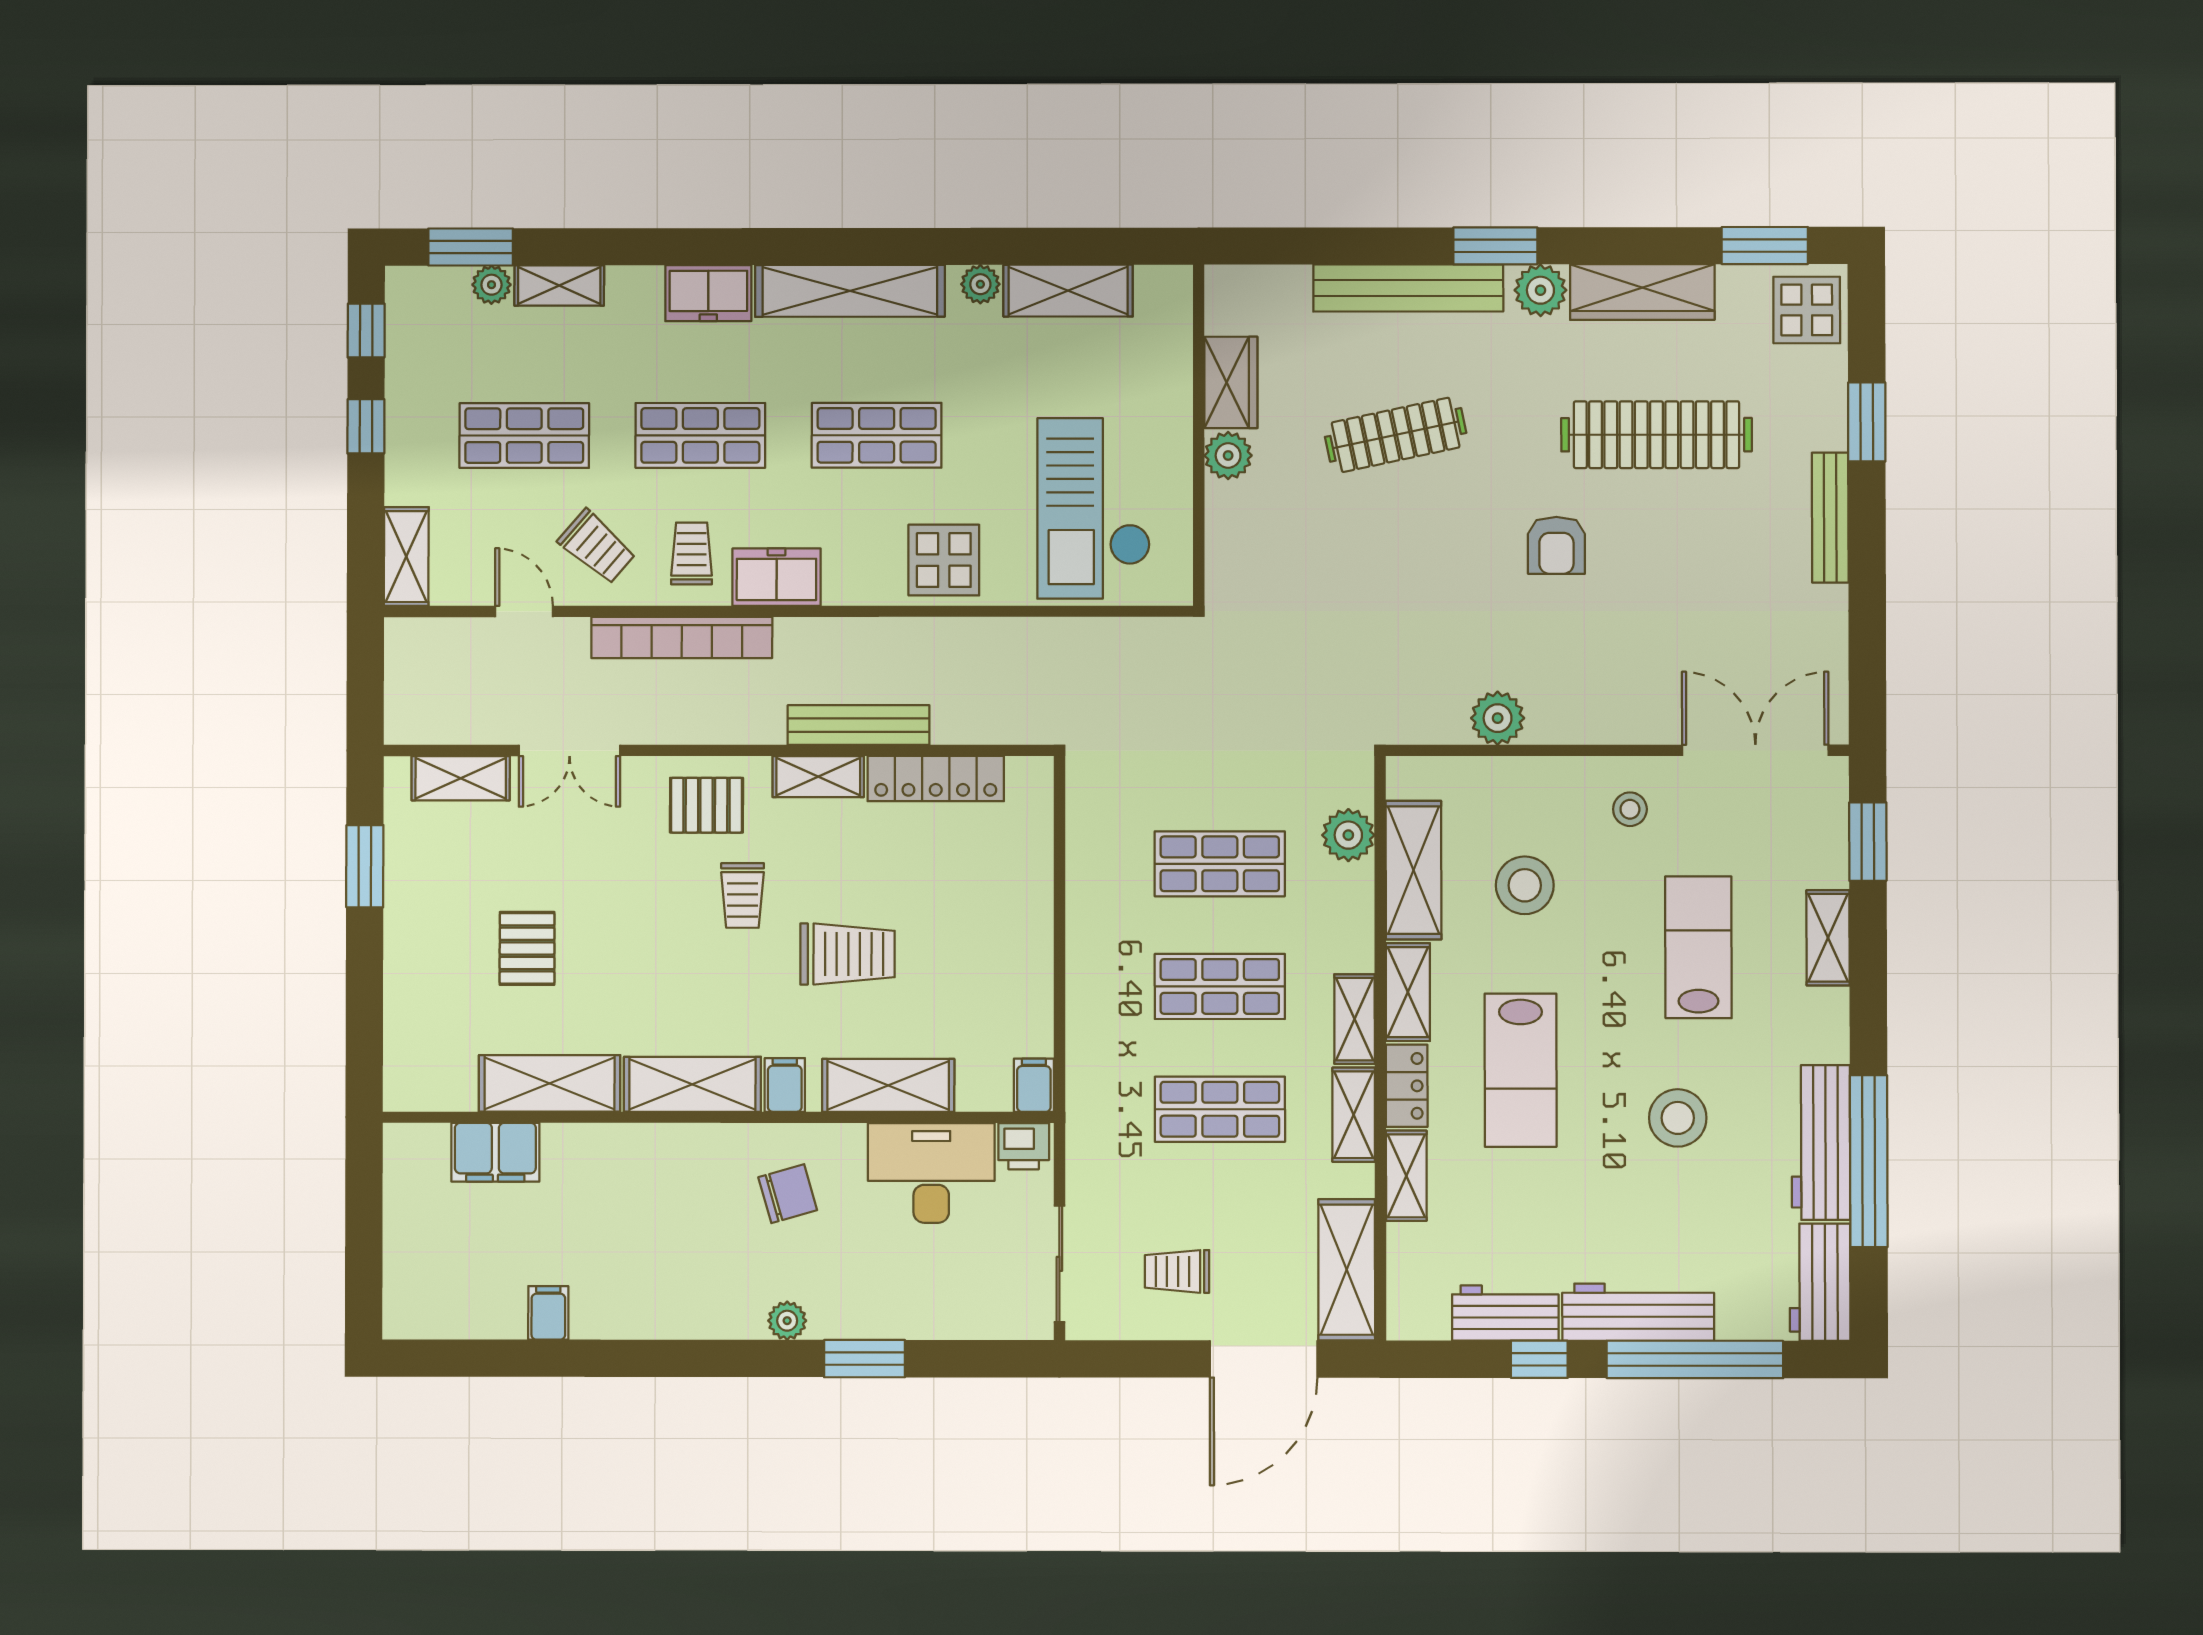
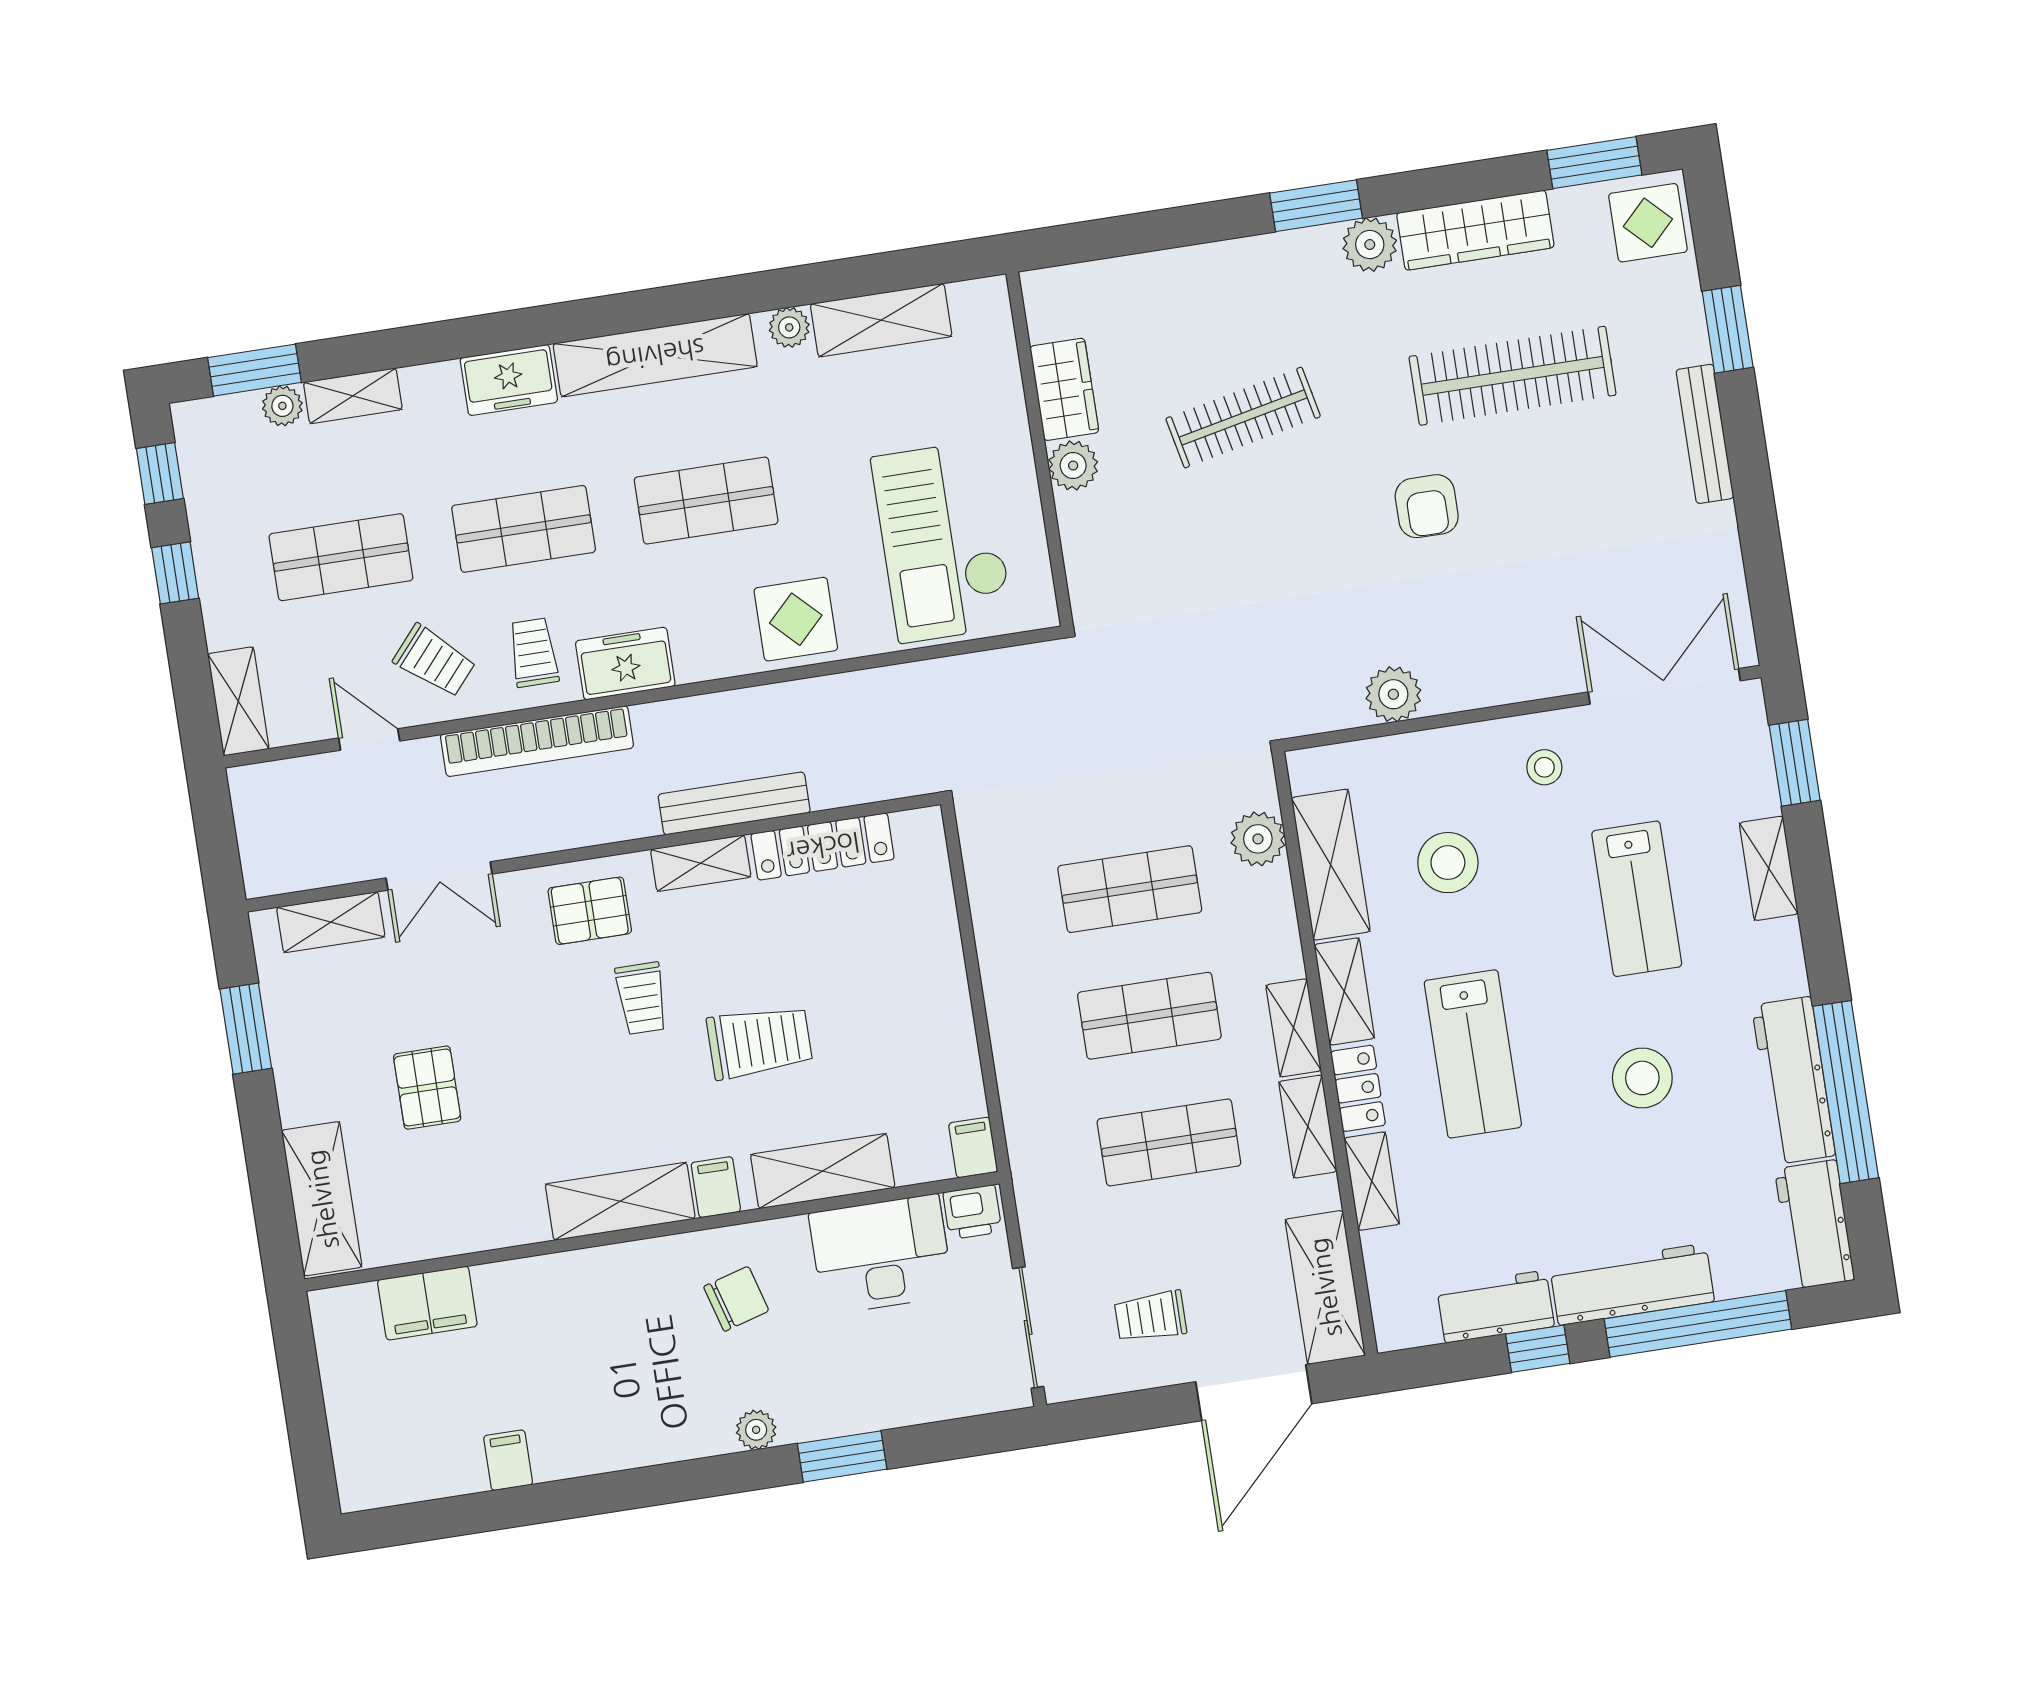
bench: (1408, 288) -> (1233, 263), removed
lab bench: (1698, 947) -> (1637, 899), turned 180
shelving: (550, 1083) -> (322, 1199), moved, turned 90

